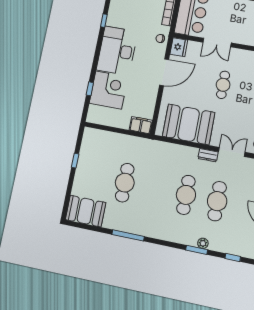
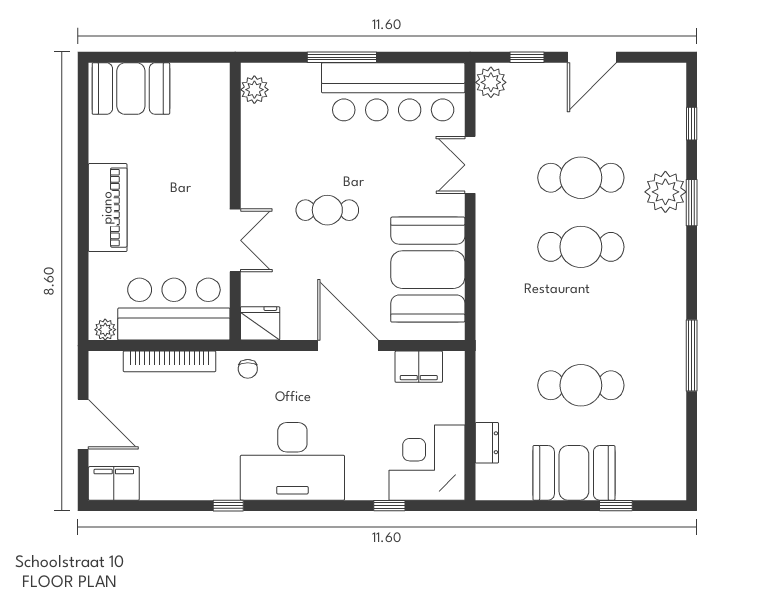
door: (164, 72) -> (348, 346), moved
corner desk: (109, 90) -> (427, 463), moved
filing cabinet: (141, 125) -> (419, 367), moved, turned -90
dresser: (208, 155) -> (487, 443), moved
window: (75, 161) -> (616, 506), moved
booth: (86, 211) -> (574, 473), moved, turned 90
plant: (203, 243) -> (665, 192), width x1.88, depth x1.88

